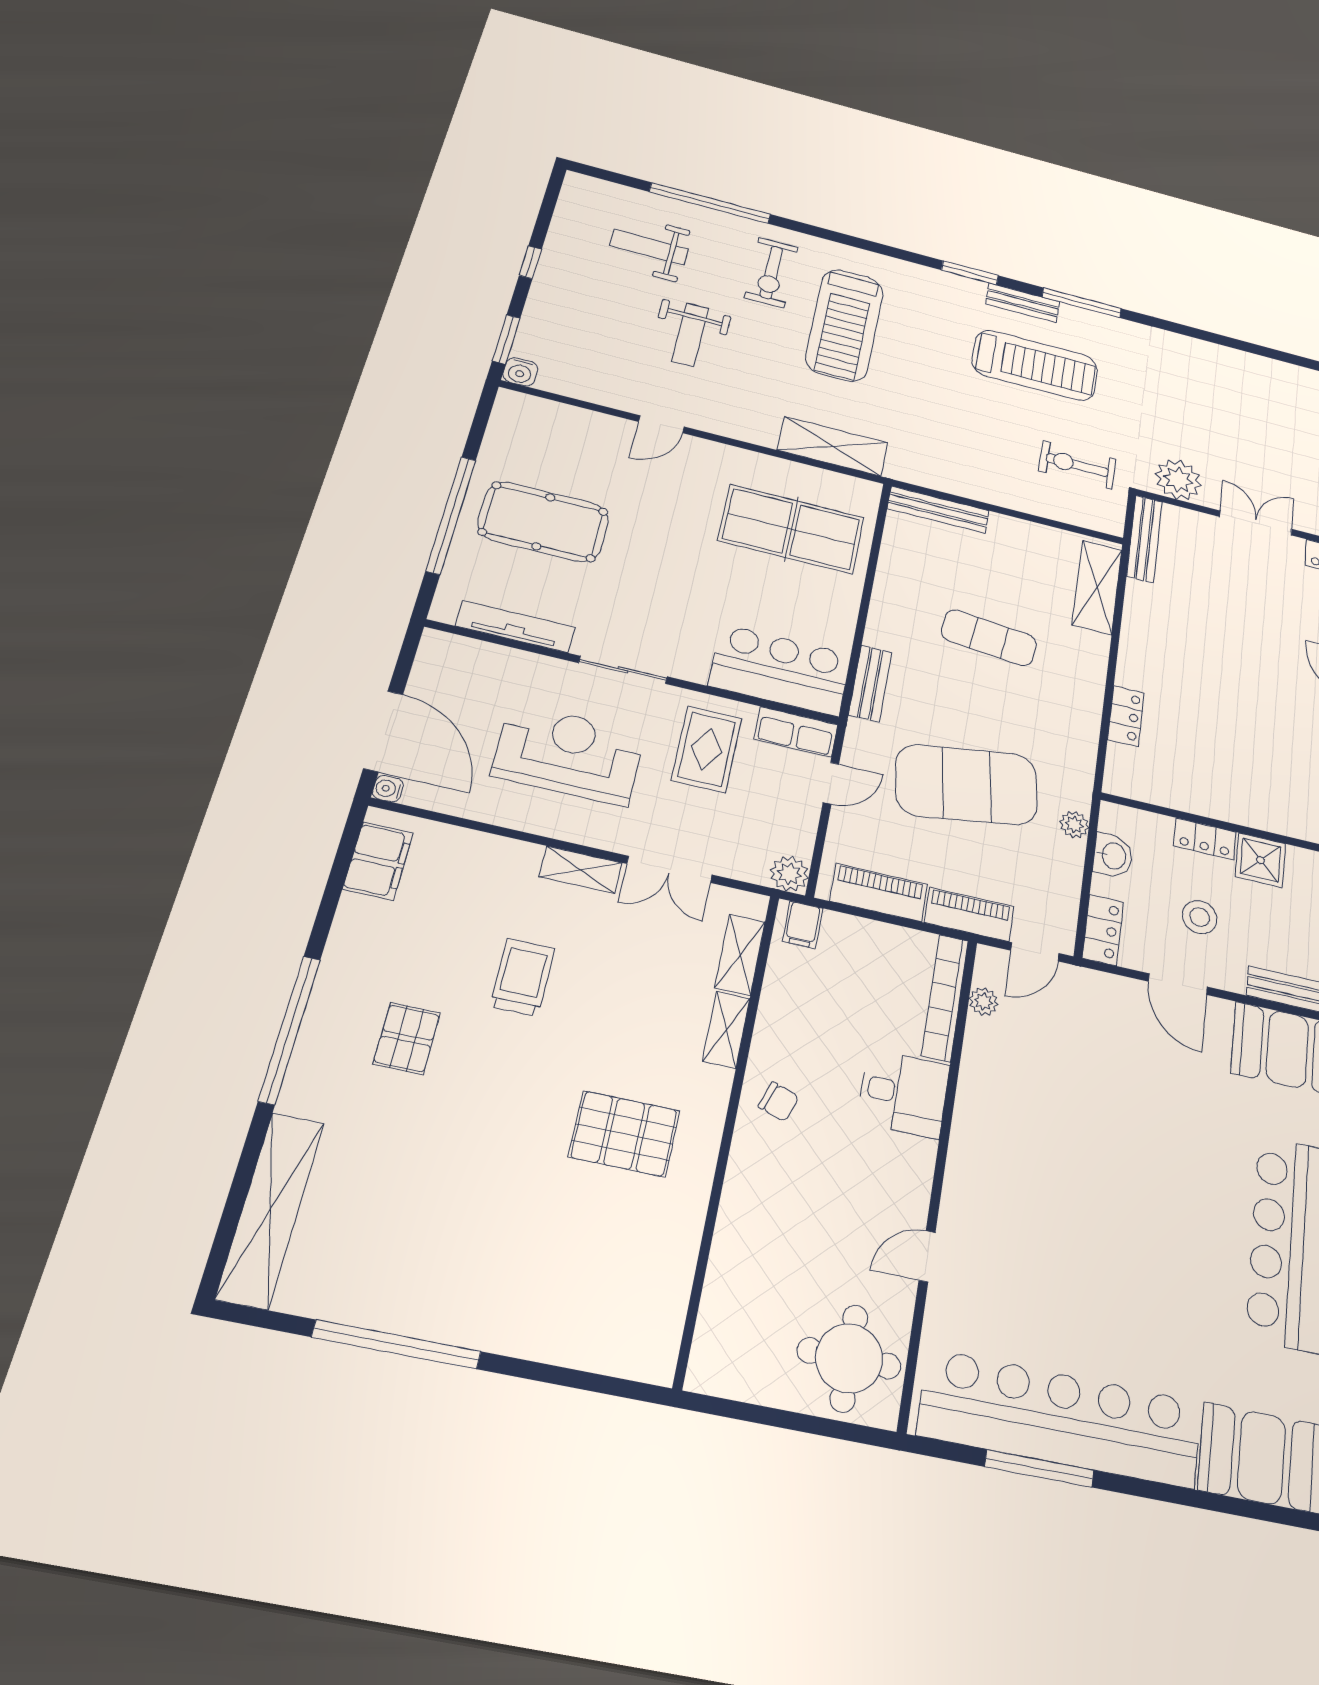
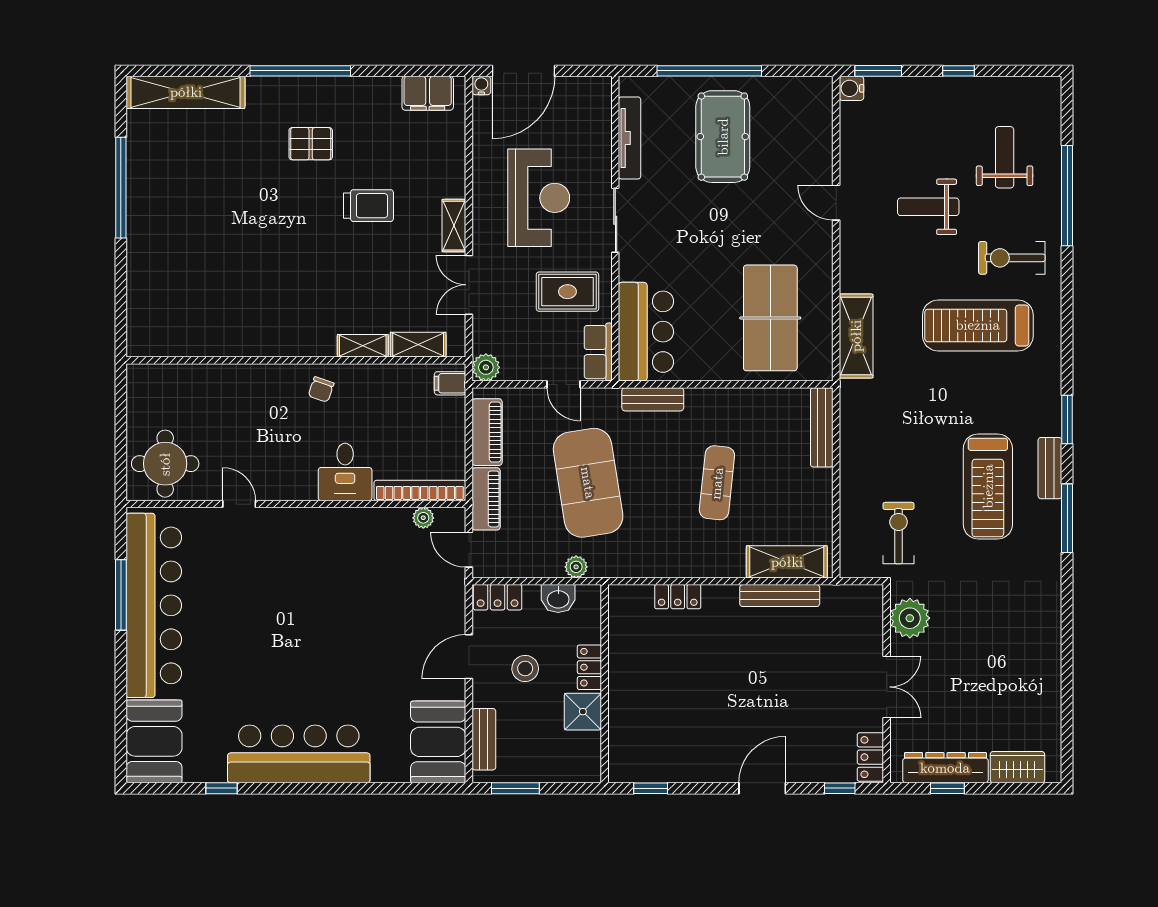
bench: (1144, 539) -> (780, 596), moved
pallet: (624, 1134) -> (278, 294), removed

